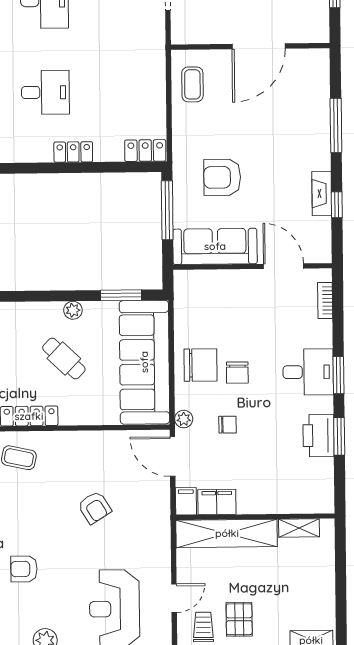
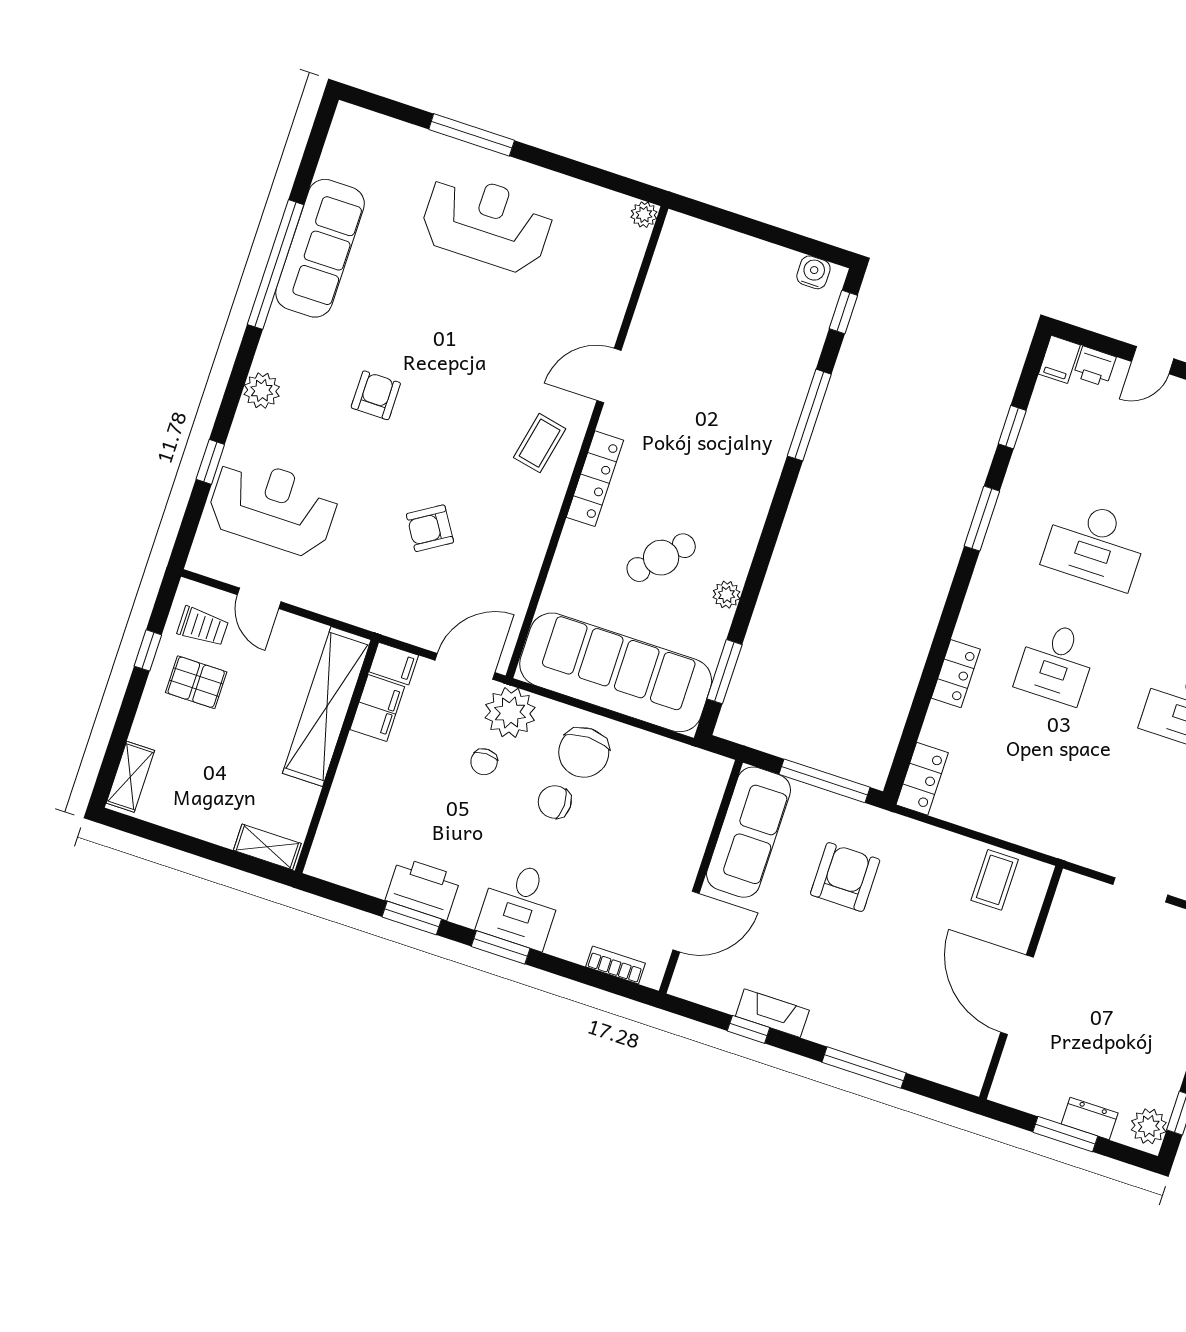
coffee table: (192, 84) -> (995, 880), turned 90
plant: (184, 419) -> (510, 713), width x1.88, depth x1.88
shelving: (299, 528) -> (267, 847), moved, turned 90

